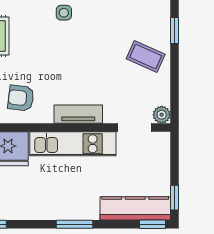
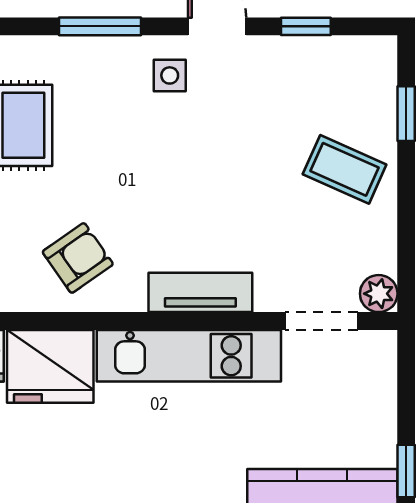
armchair: (21, 98) -> (78, 258), turned 138

